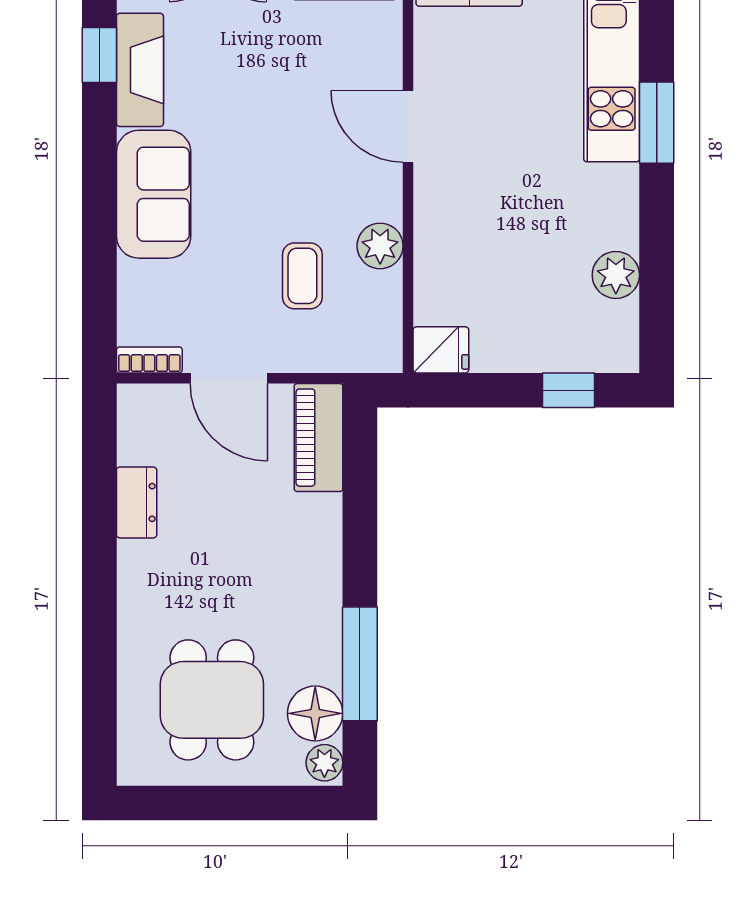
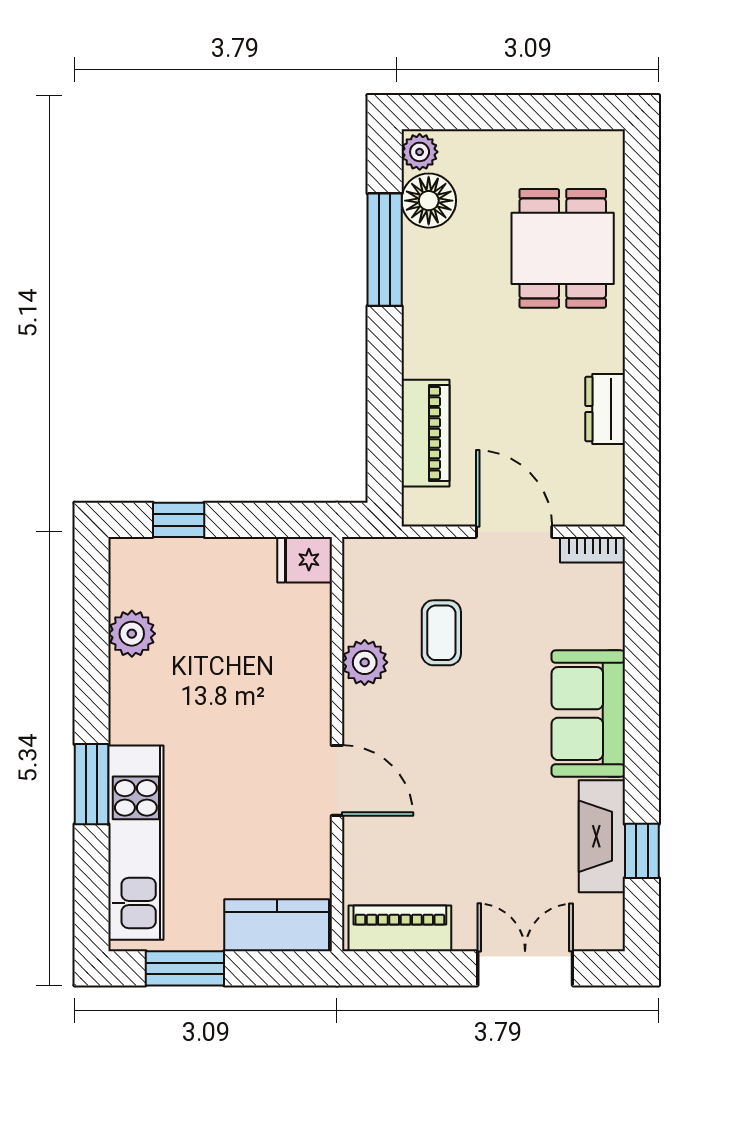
piano: (319, 438) -> (425, 433), moved
dining table: (212, 700) -> (563, 248), moved

